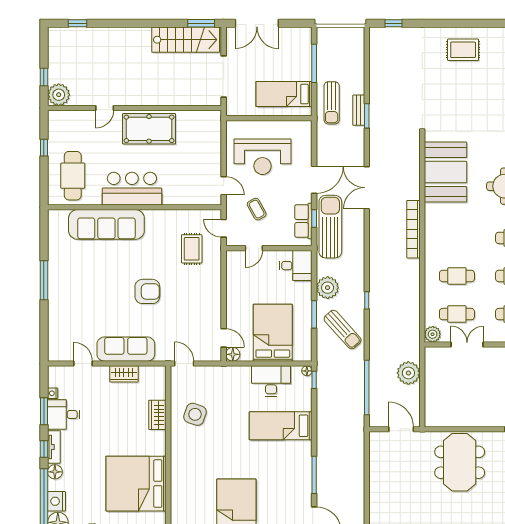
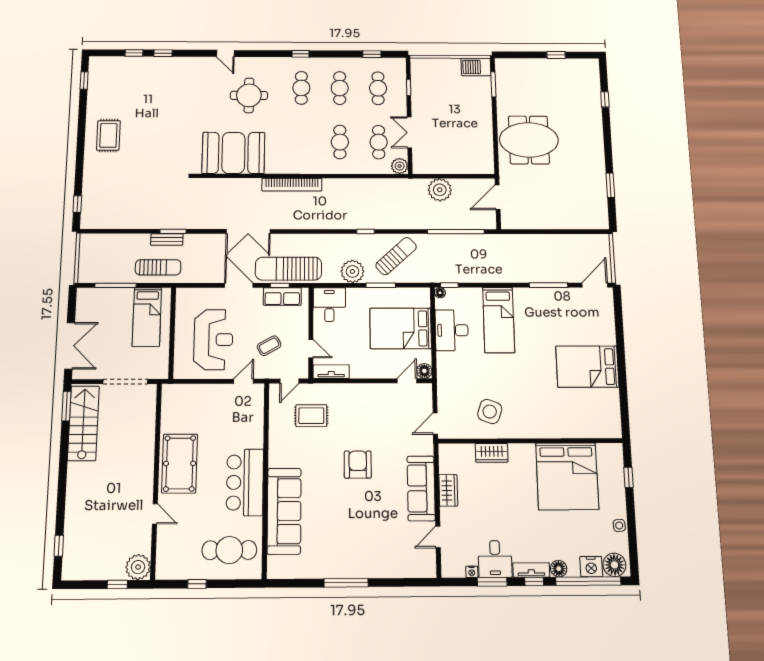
tv unit: (232, 267) -> (331, 372), added

